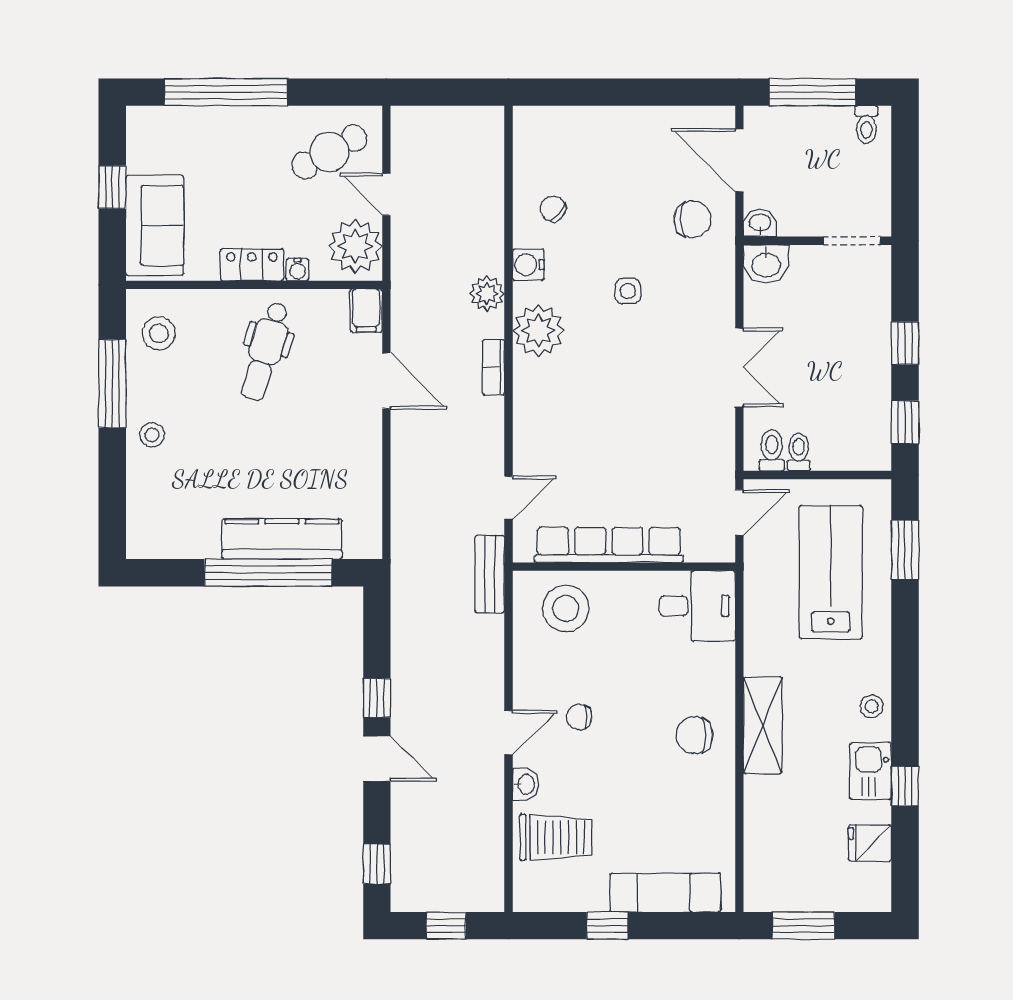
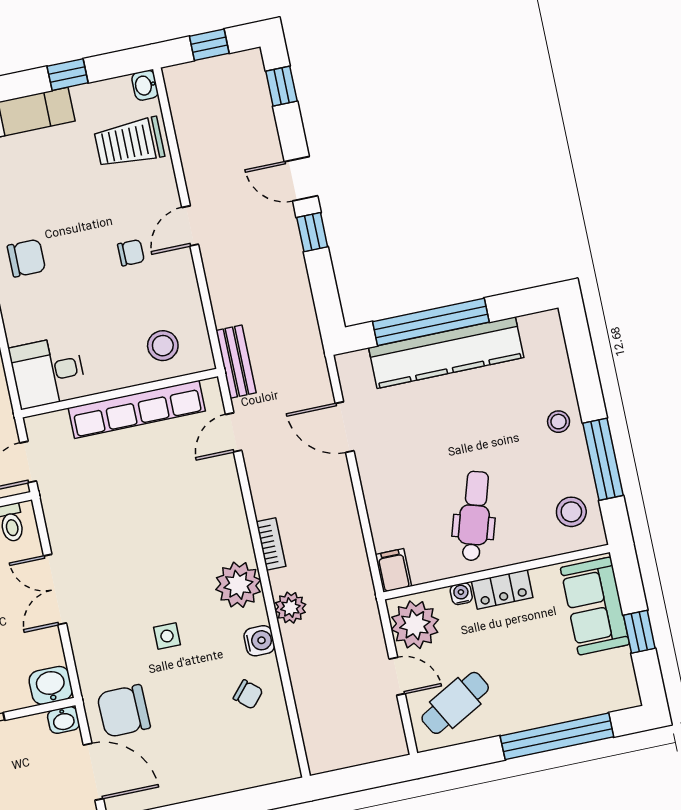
chair: (692, 219) -> (124, 711), width x1.37, depth x1.37
door: (386, 381) -> (345, 427), moved
kitchen counter: (282, 539) -> (446, 353), width x1.39, depth x1.17
stool: (566, 608) -> (163, 346), width x0.73, depth x0.73
washbasin: (525, 784) -> (145, 85), moved

